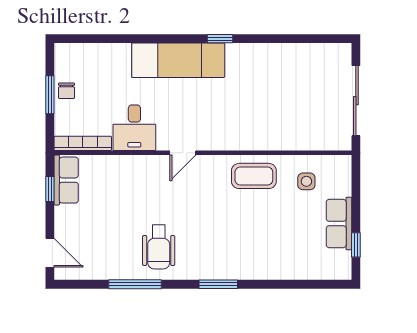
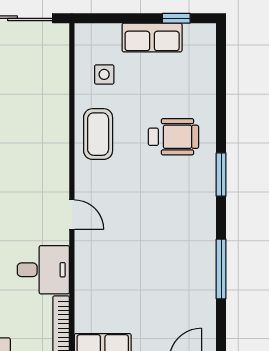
wheelchair: (159, 247) -> (173, 137), moved

